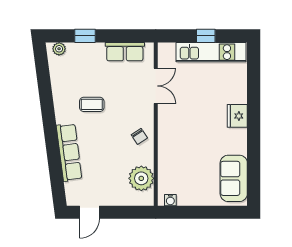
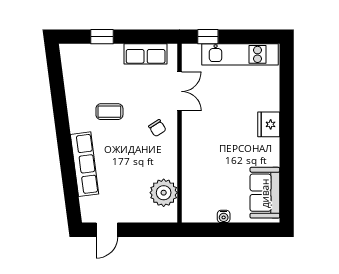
window: (206, 36) -> (208, 37), moved
plant: (59, 49) -> (74, 51), removed
chair: (139, 136) -> (157, 128), moved
water cooler: (170, 200) -> (224, 216), moved

